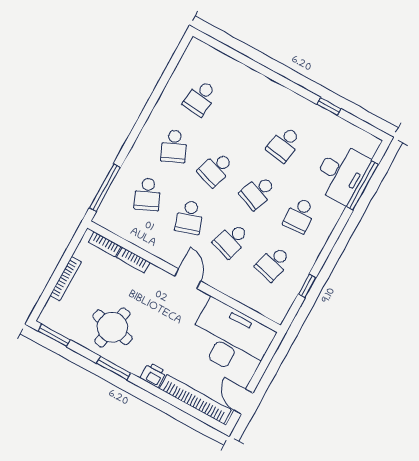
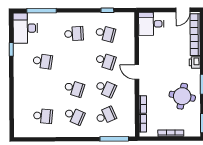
school desk: (174, 146) -> (74, 116), turned 48
desk: (341, 173) -> (25, 28), moved, turned -90
school desk: (258, 192) -> (74, 61), removed
school desk: (189, 217) -> (106, 88), turned 42
door: (188, 279) -> (137, 72), hinge flipped
desk: (230, 339) -> (151, 24), width x0.53, depth x0.77

